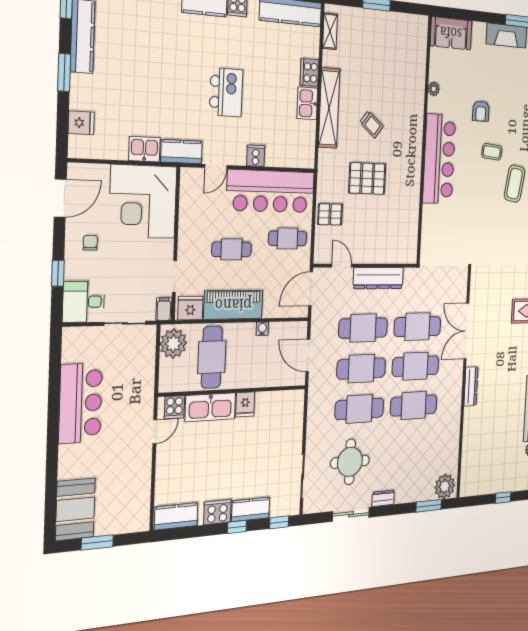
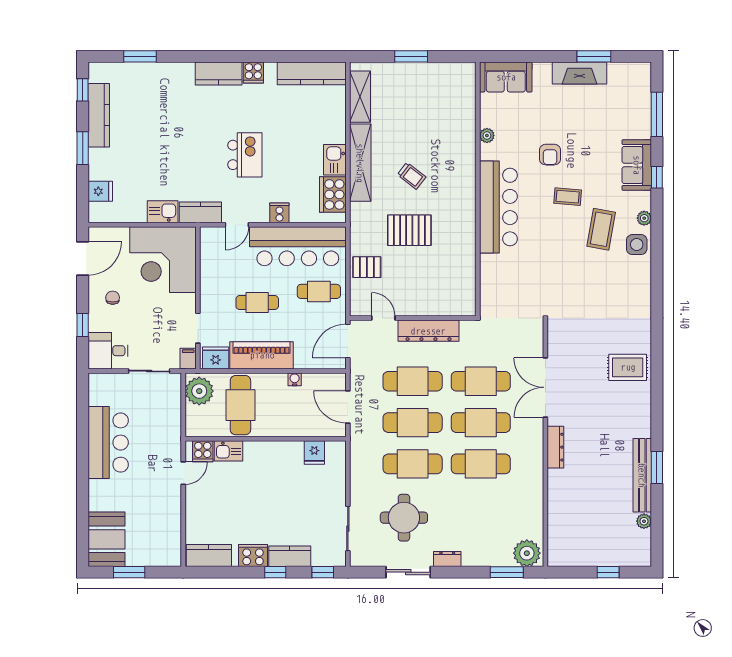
shelving: (330, 31) -> (360, 97), width x1.50, depth x1.33
cooker: (310, 72) -> (333, 194), moved, width x1.37, depth x1.31
fridge: (245, 404) -> (314, 452), moved
kitchen sink: (210, 407) -> (229, 451), width x0.53, depth x0.81

